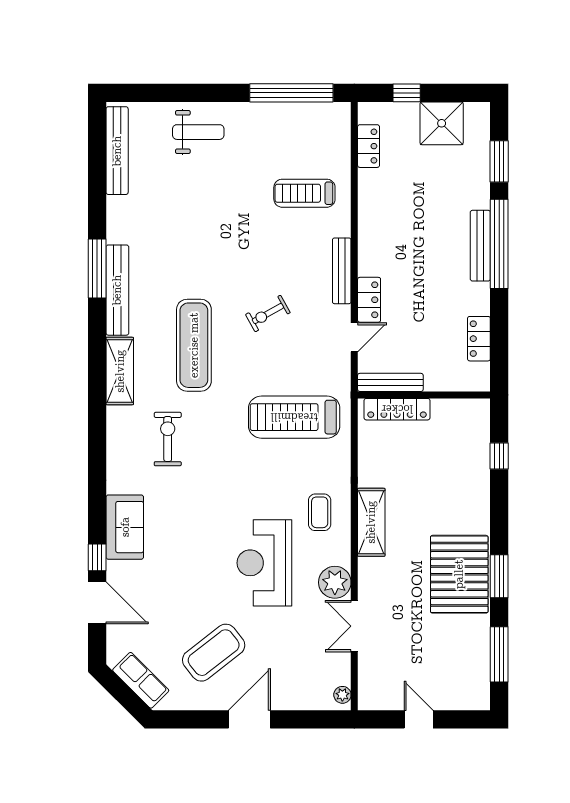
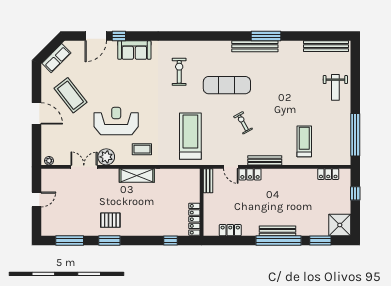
shower: (442, 123) -> (340, 225), moved
shelving: (120, 371) -> (214, 47), removed
bench: (390, 382) -> (208, 181), width x0.73
locker: (397, 409) -> (194, 219), moved
exercise bike: (168, 439) -> (179, 72), turned -90
pallet: (459, 574) -> (110, 220), width x0.49, depth x0.50

